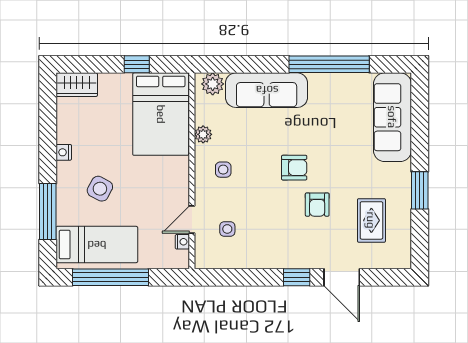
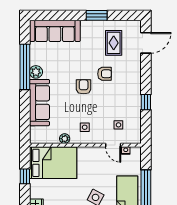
plant: (213, 84) -> (36, 72), moved
rug: (371, 220) -> (114, 43), turned 90
window: (297, 277) -> (146, 102), moved
door: (342, 277) -> (146, 43), moved

